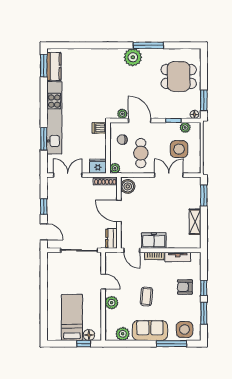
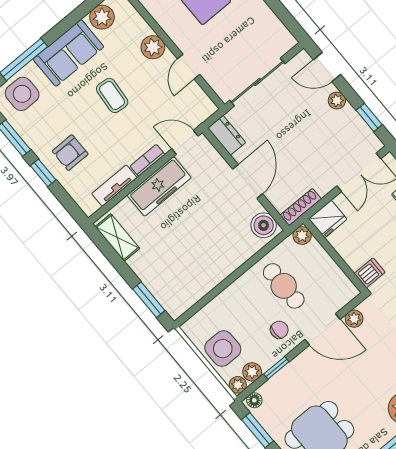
plant: (196, 127) -> (238, 385), added
chair: (122, 140) -> (279, 330), moved
side table: (179, 149) -> (223, 349), moved
double door: (169, 175) -> (220, 288), removed
window: (44, 207) -> (369, 117), moved
door: (119, 211) -> (248, 181), hinge flipped
plant: (52, 214) -> (337, 101), added
shelving: (195, 222) -> (117, 238), moved
freezer: (154, 241) -> (159, 186), width x1.40
door: (103, 282) -> (189, 67), hinge flipped
armchair: (185, 287) -> (70, 153), turned 180

